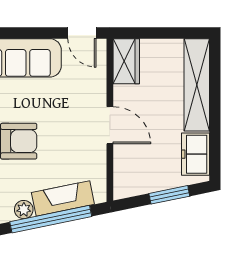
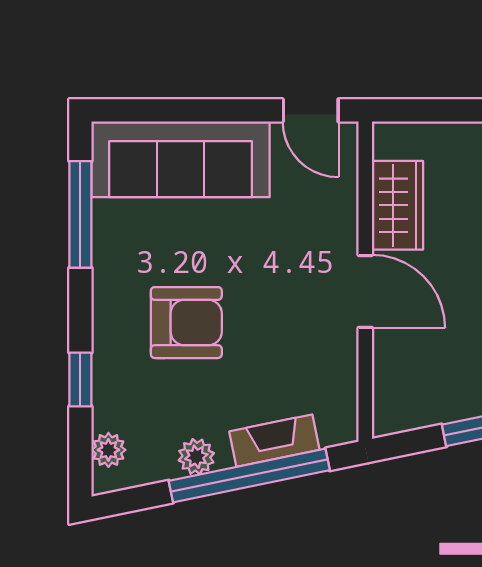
wardrobe: (126, 61) -> (398, 205), moved
fireplace: (63, 198) -> (274, 441), width x0.73, depth x0.76

